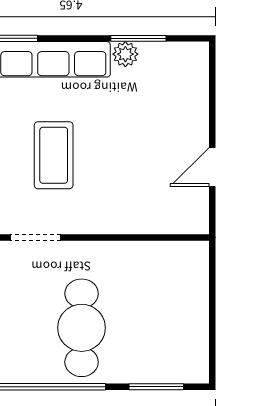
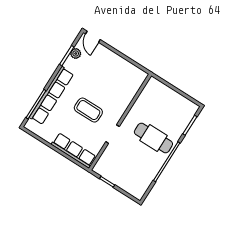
plant: (125, 54) -> (76, 54), moved
door: (212, 167) -> (93, 37), moved

